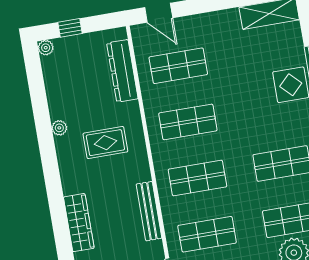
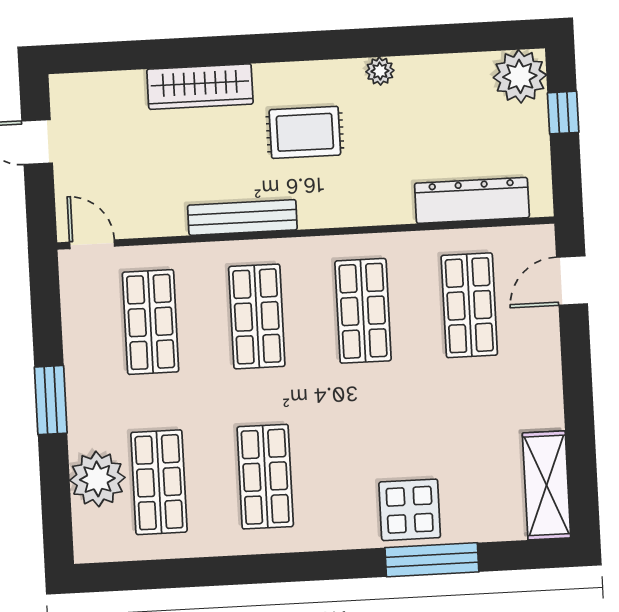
plant: (46, 48) -> (520, 76), width x1.88, depth x1.88
rug: (105, 143) -> (305, 132), moved, turned 90
bench: (149, 211) -> (242, 217), moved

